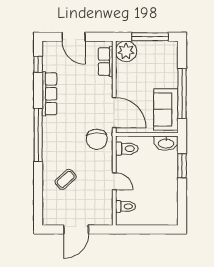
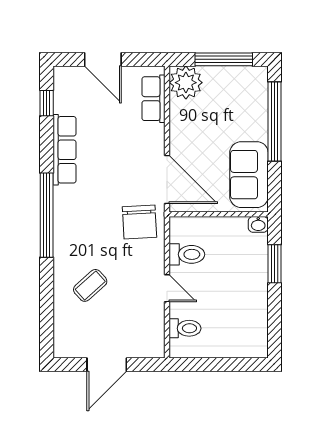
window: (182, 93) -> (275, 122), moved
washbasin: (166, 143) -> (258, 224), width x0.52, depth x0.69
toilet: (127, 149) -> (187, 254), moved

